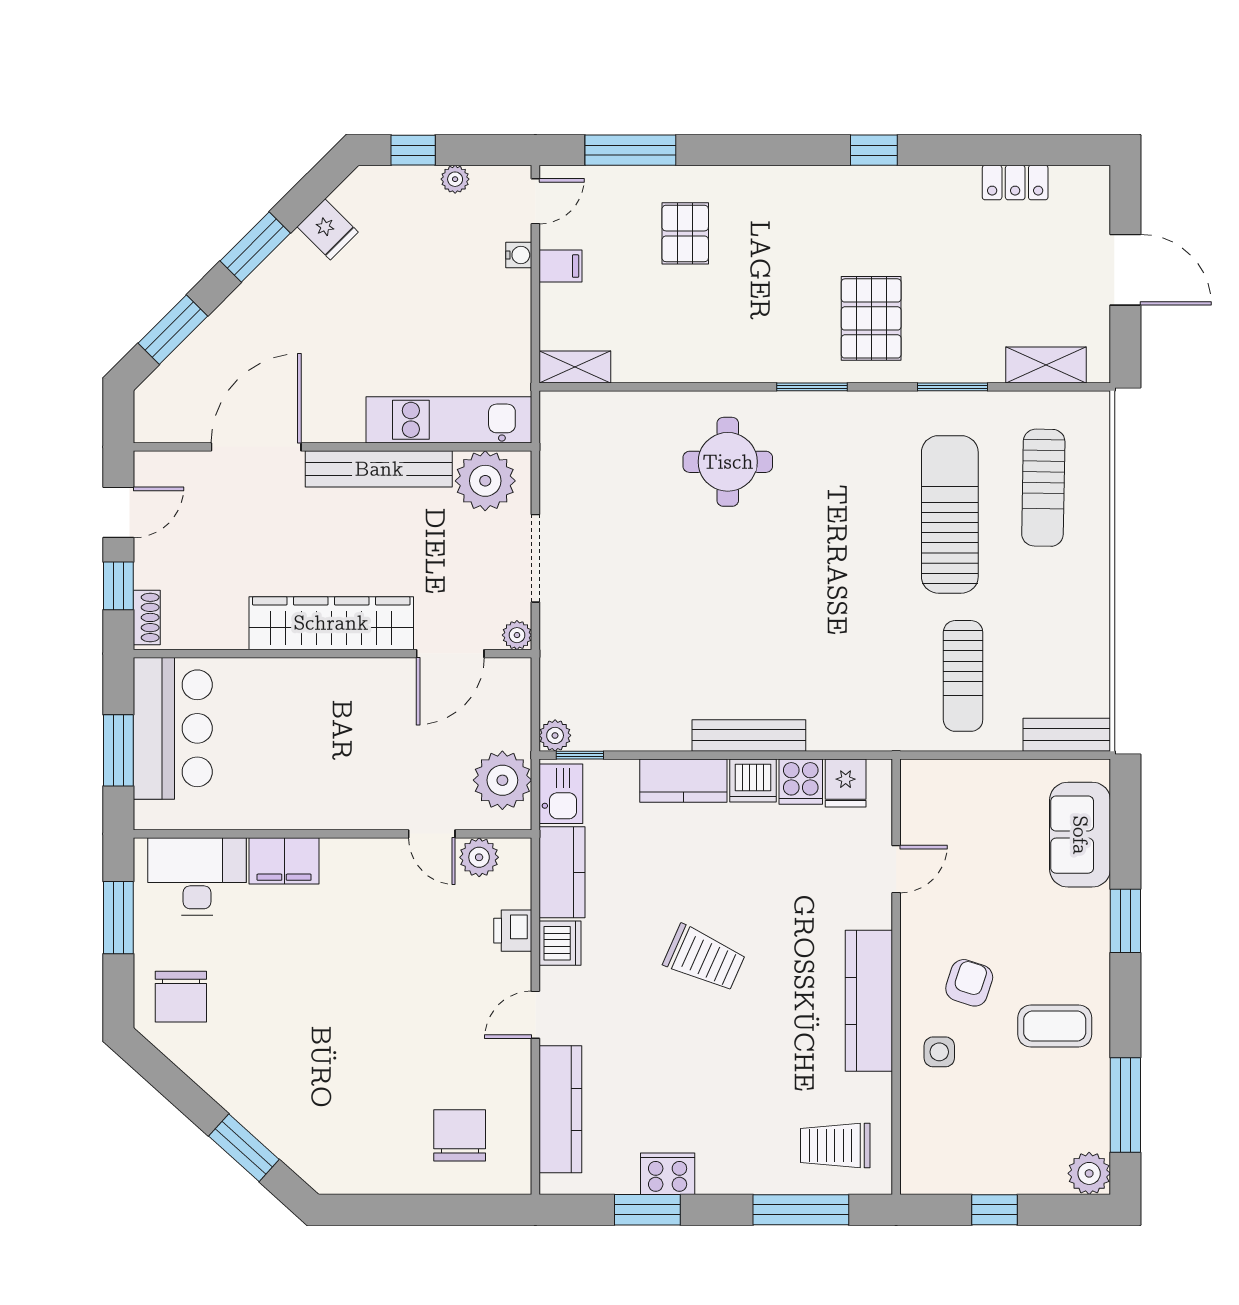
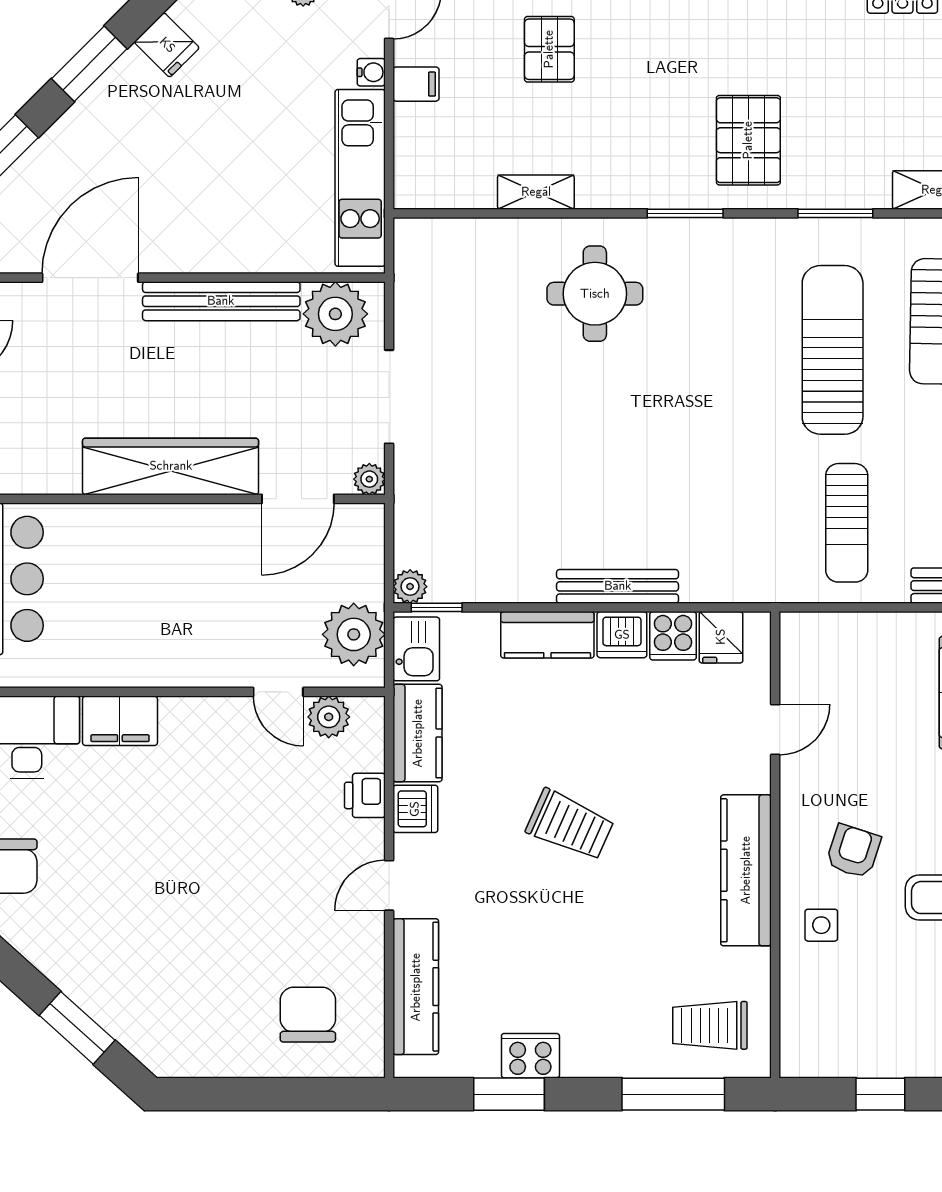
shelving: (575, 367) -> (536, 192), moved
kitchen unit: (449, 420) -> (360, 178), moved, turned -90

